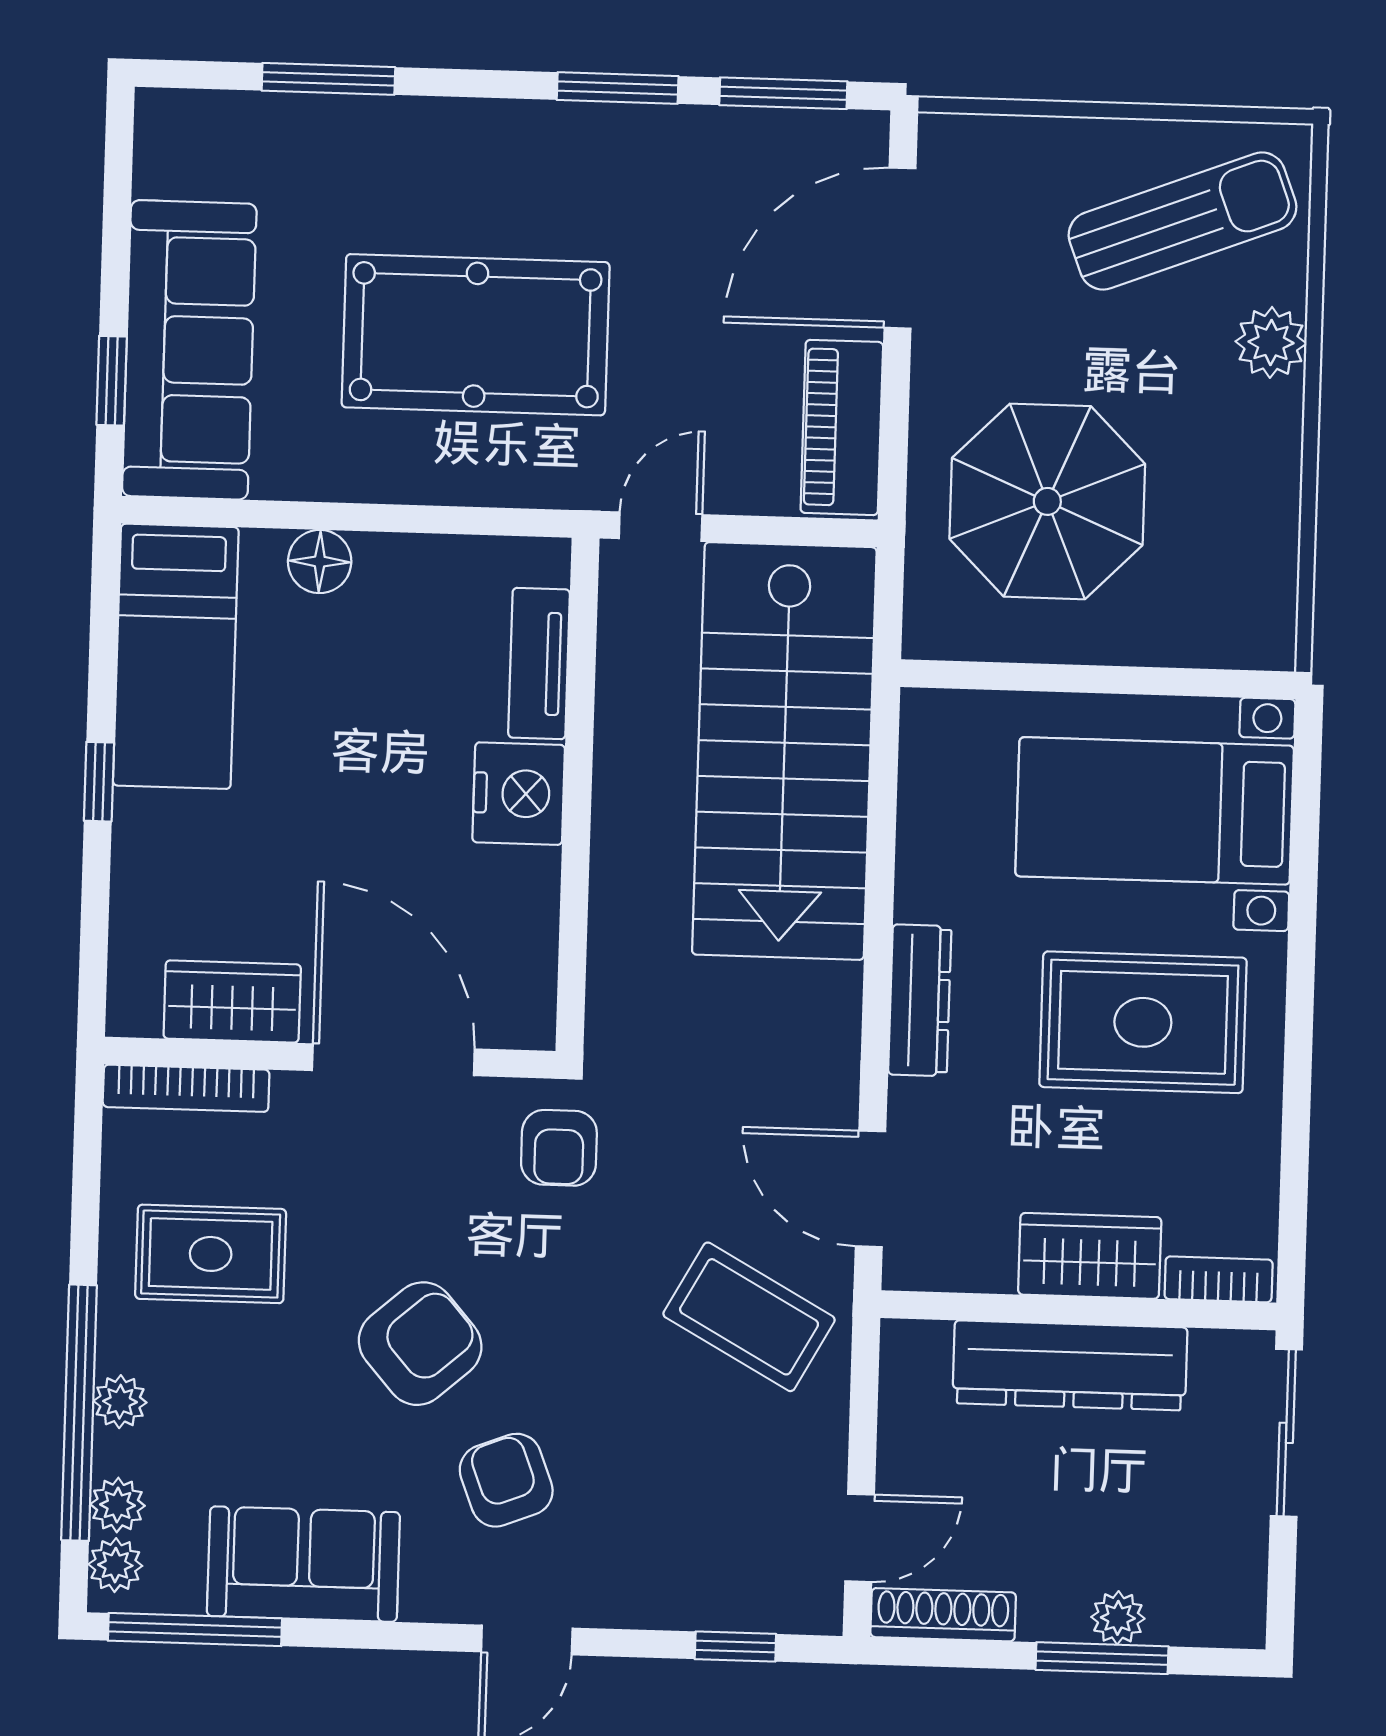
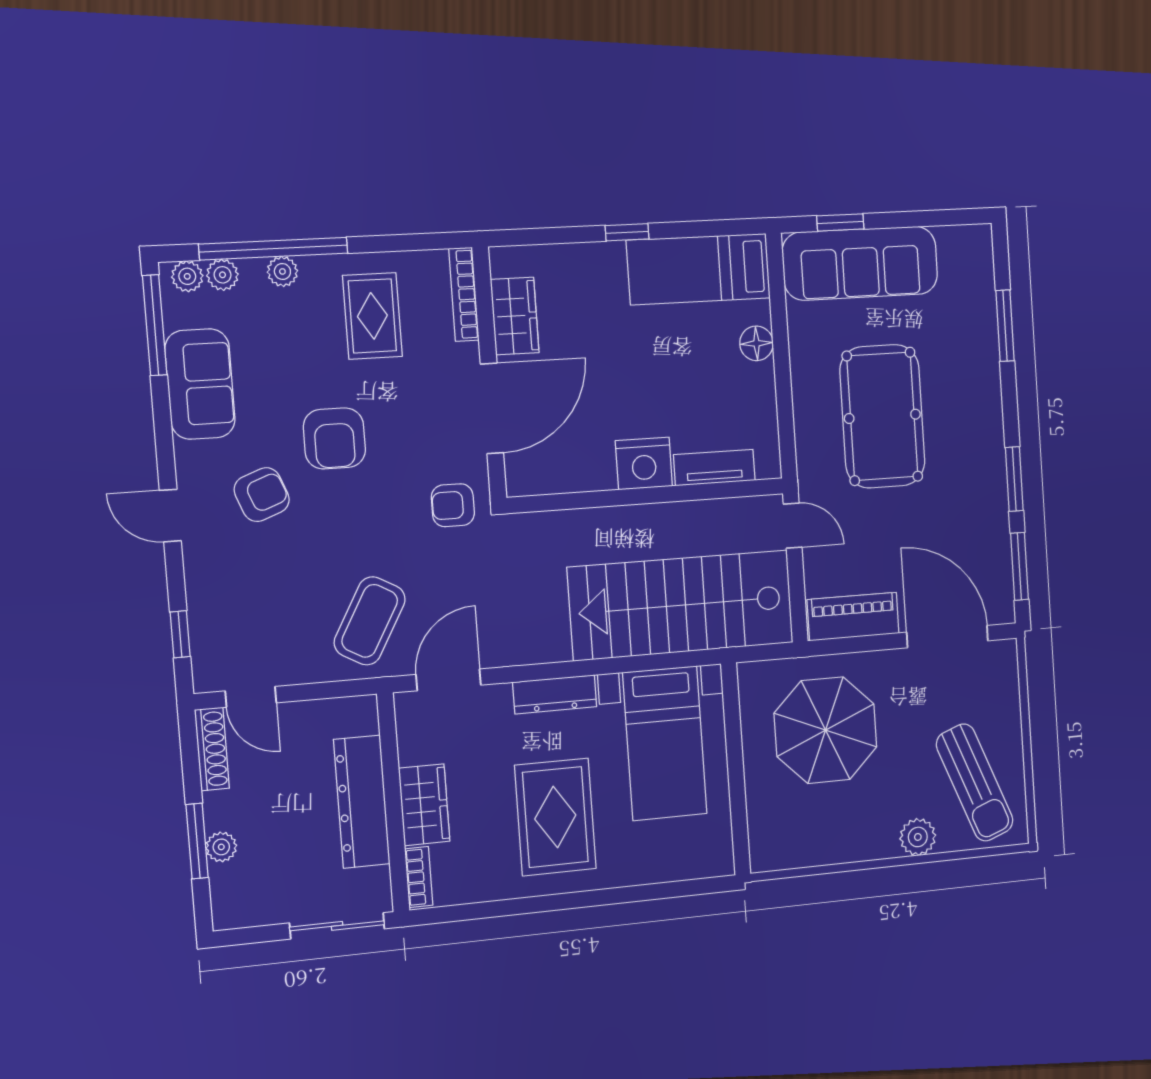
bed with nightstands: (1155, 811) -> (665, 743), moved, turned 180
armchair: (420, 1344) -> (334, 438), turned 41

